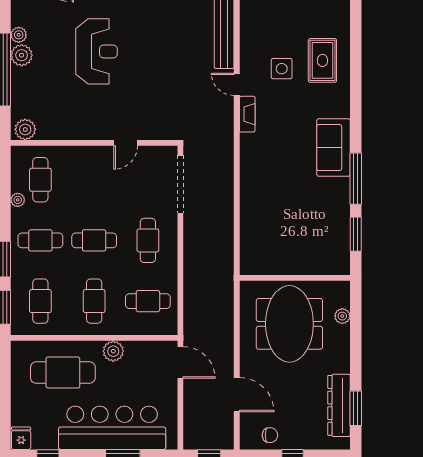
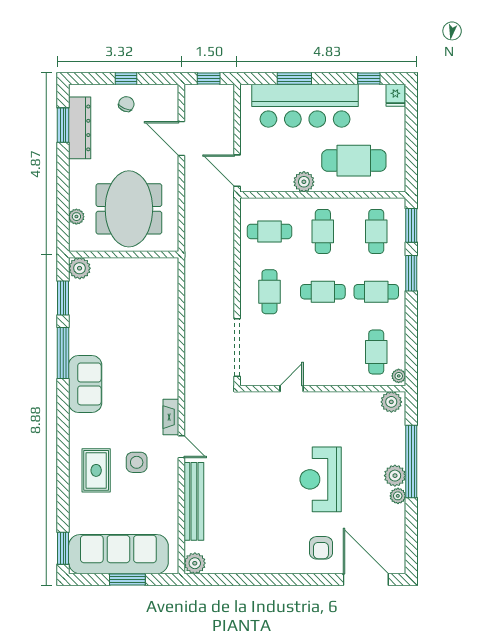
plant: (18, 200) -> (399, 376), moved
plant: (339, 264) -> (80, 268), added
chair: (270, 435) -> (126, 104), moved, turned 114

